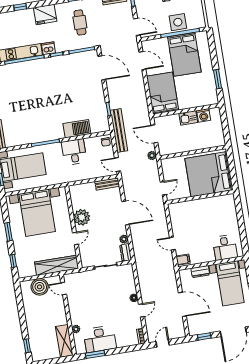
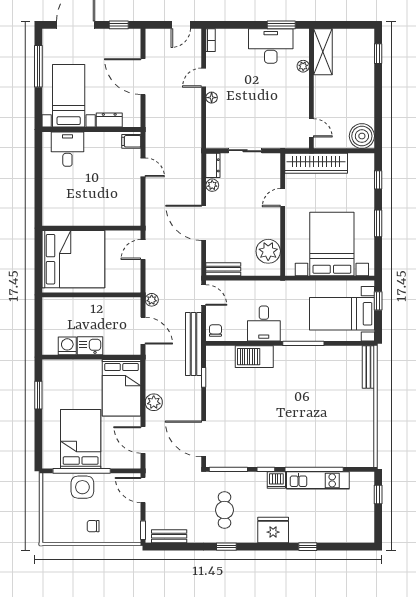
plant: (139, 87) -> (154, 402), added
plant: (82, 217) -> (268, 251), moved
boiler: (40, 287) -> (362, 136), moved

